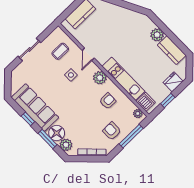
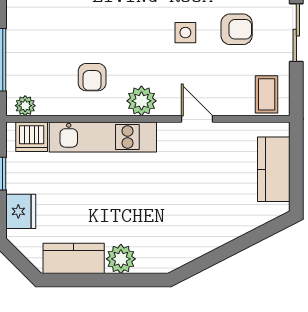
coffee table: (60, 51) -> (267, 94), moved
side table: (71, 75) -> (185, 33), moved
armchair: (112, 131) -> (237, 29), moved

